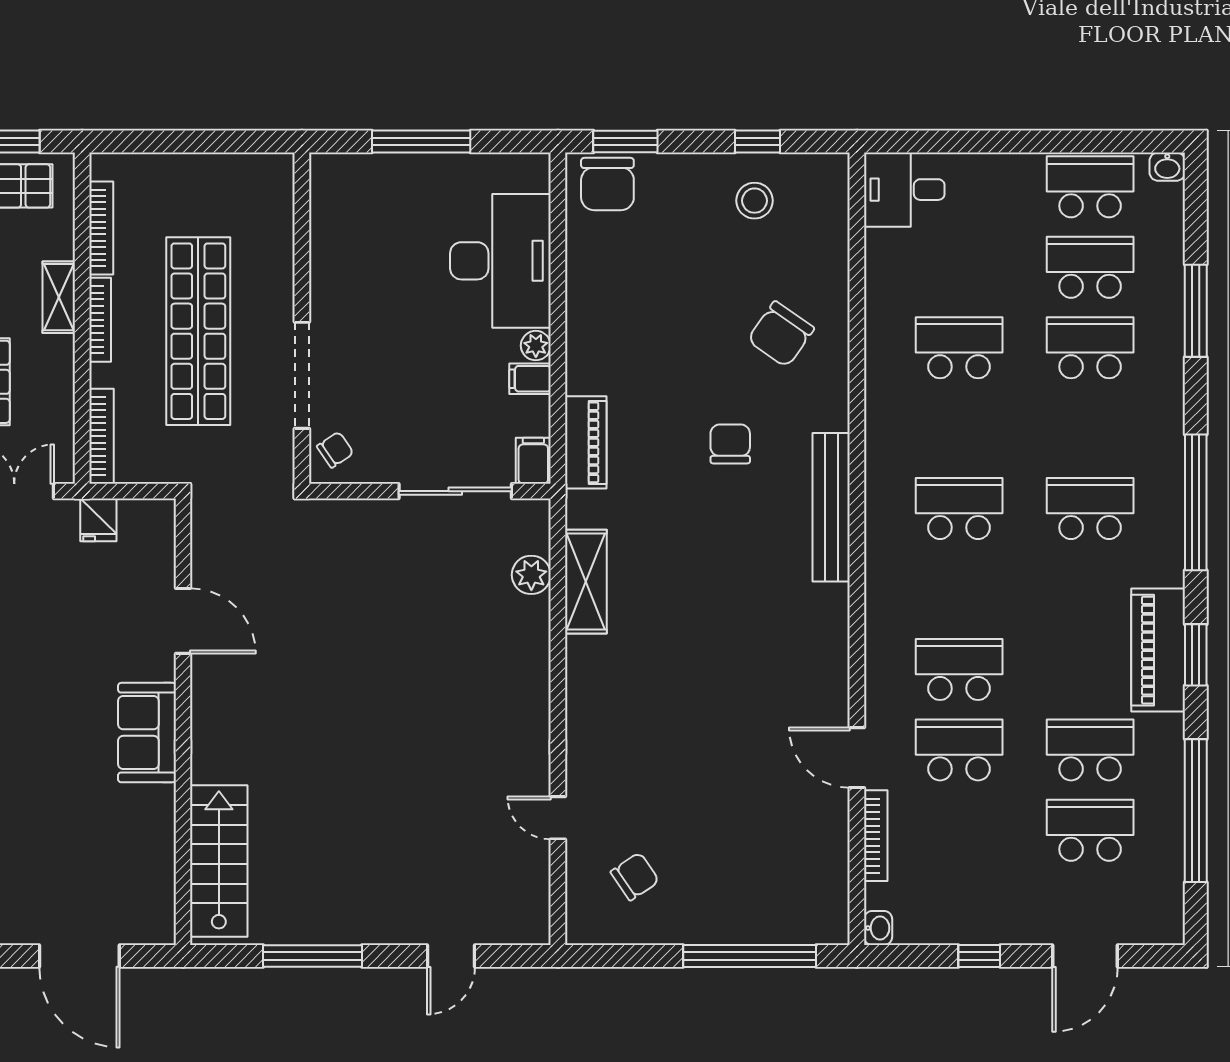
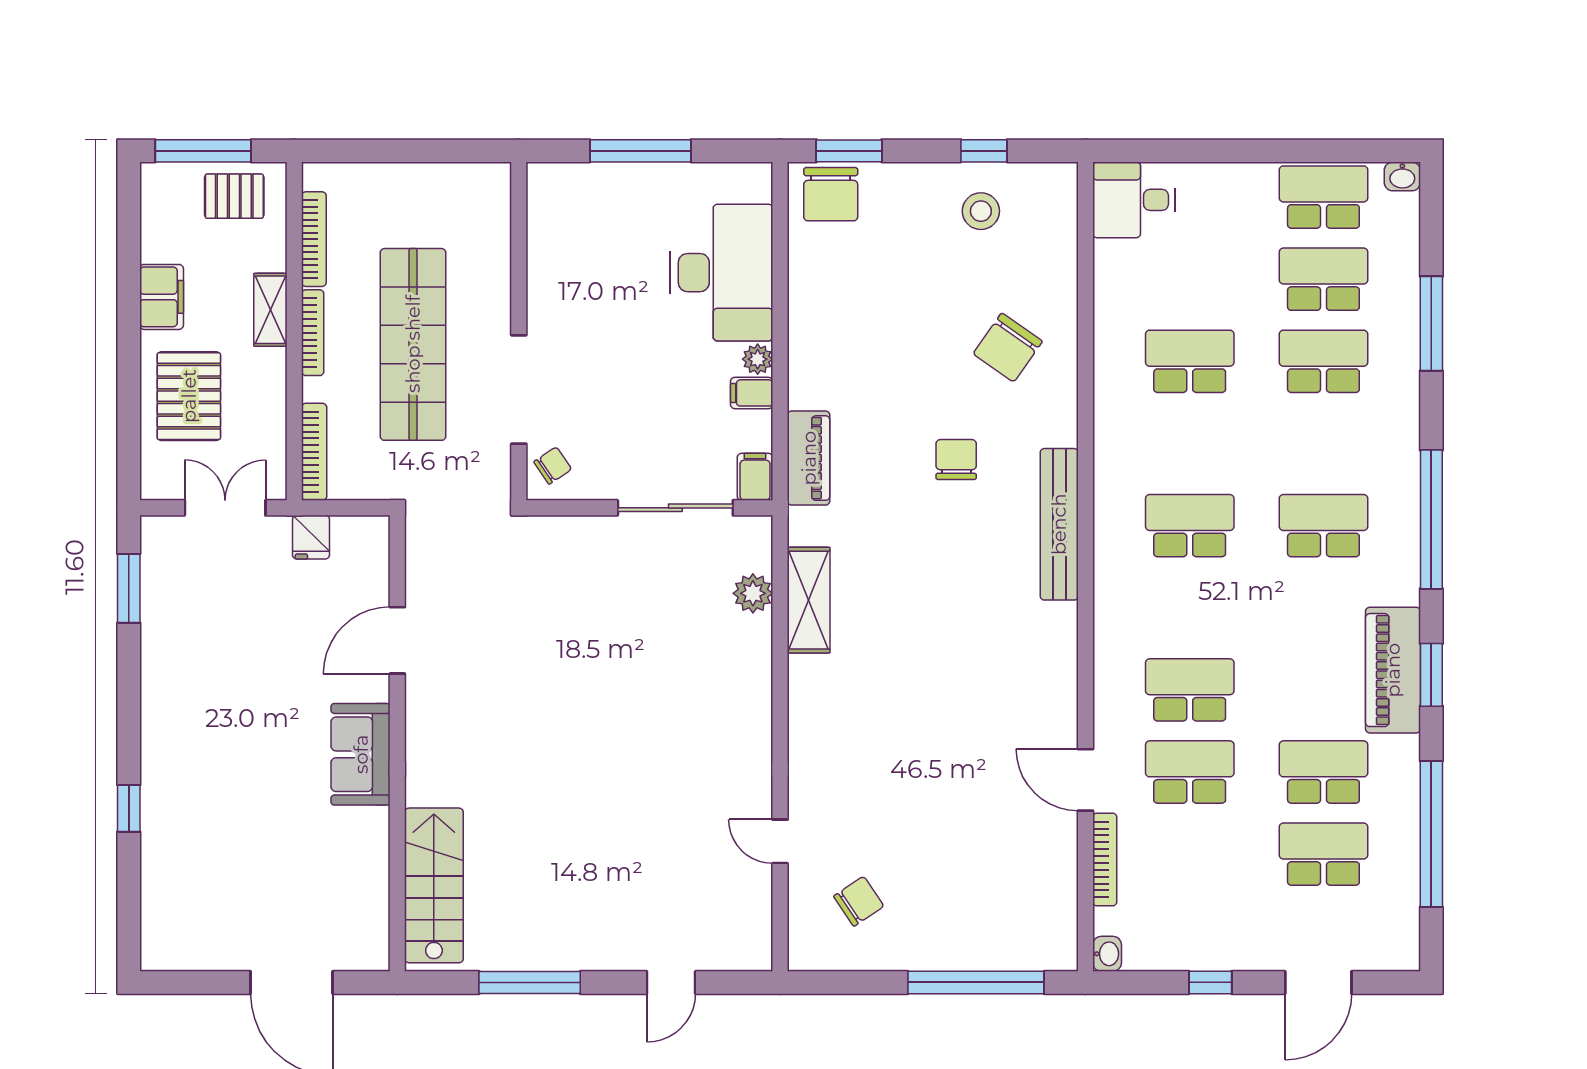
door: (183, 621) -> (397, 640), swing flipped

